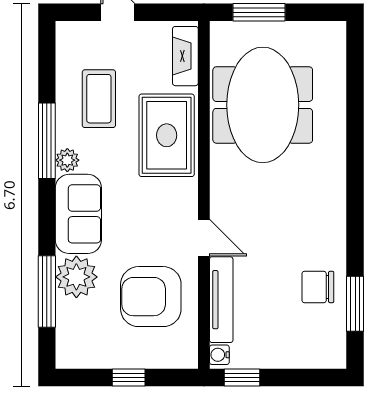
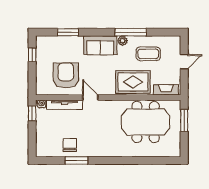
door: (204, 238) -> (90, 97), swing flipped
plant: (76, 277) -> (74, 44), removed
window: (47, 292) -> (68, 32), width x0.69
window: (355, 304) -> (76, 160), moved
window: (129, 377) -> (32, 55), moved

